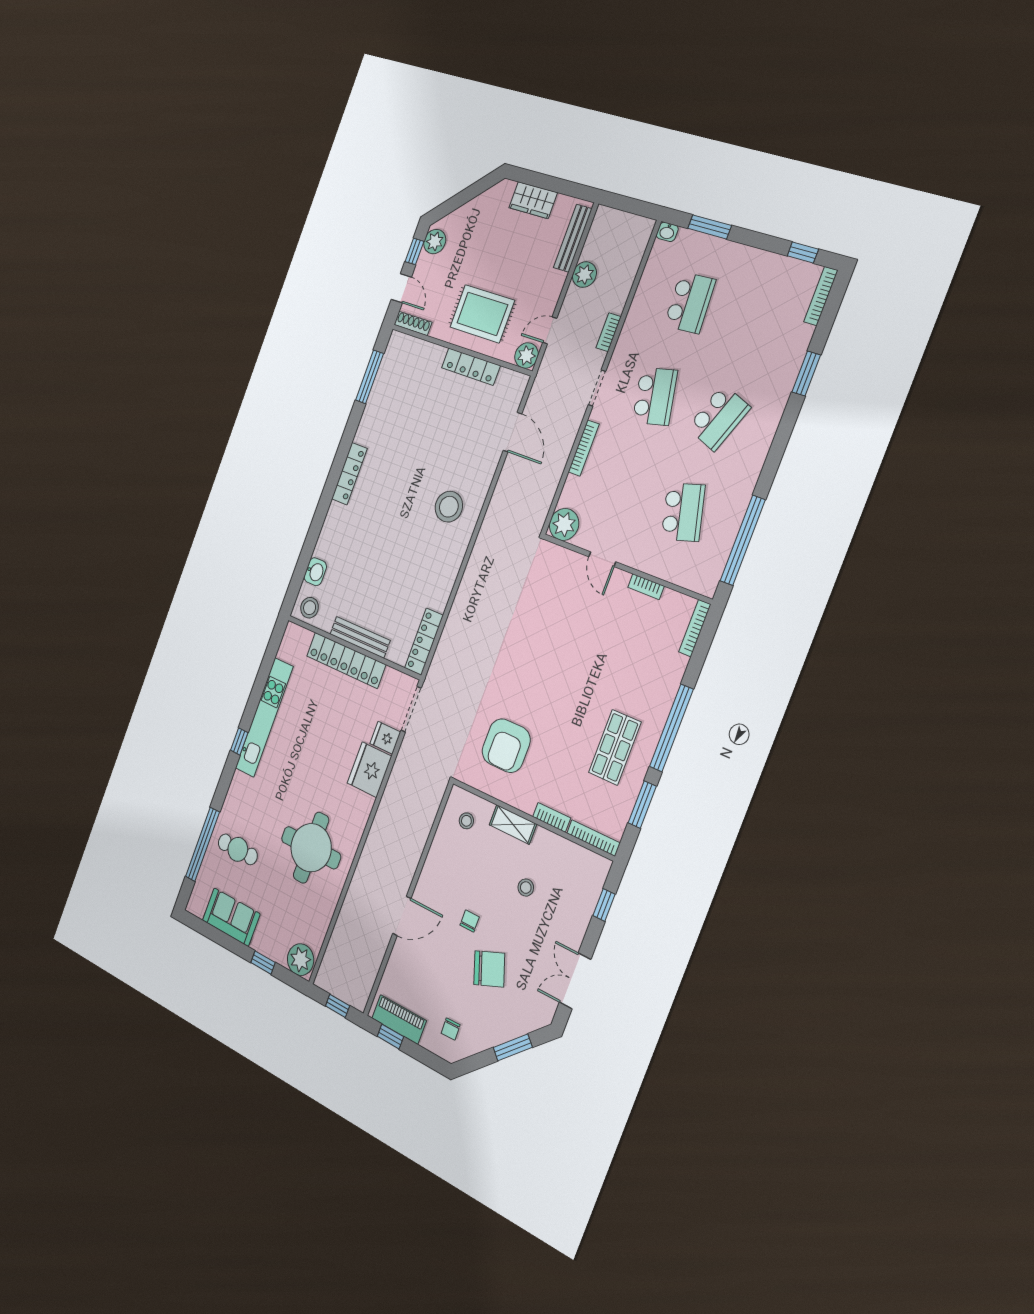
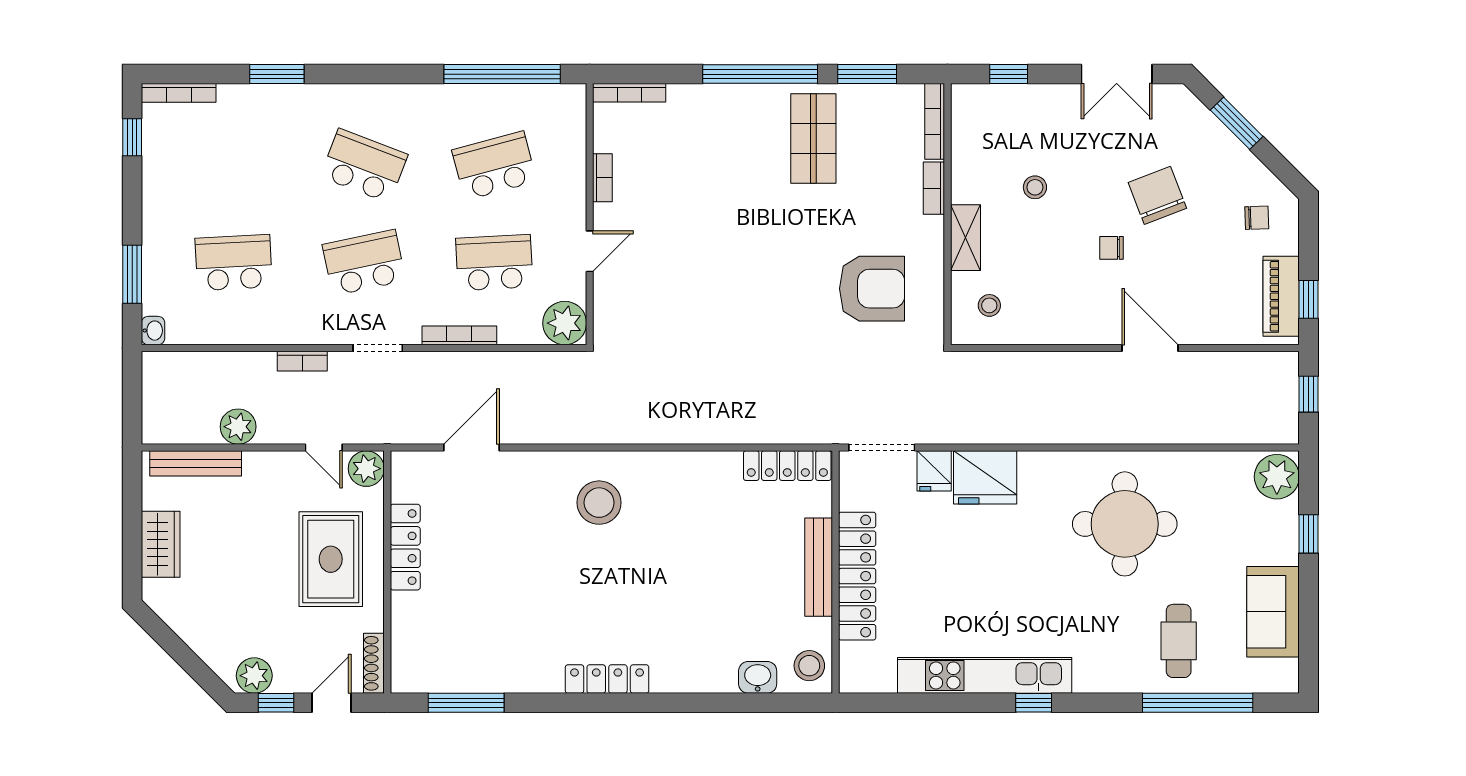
school desk: (620, 489) -> (494, 263), added
shop shelf: (615, 747) -> (813, 138), turned 90

